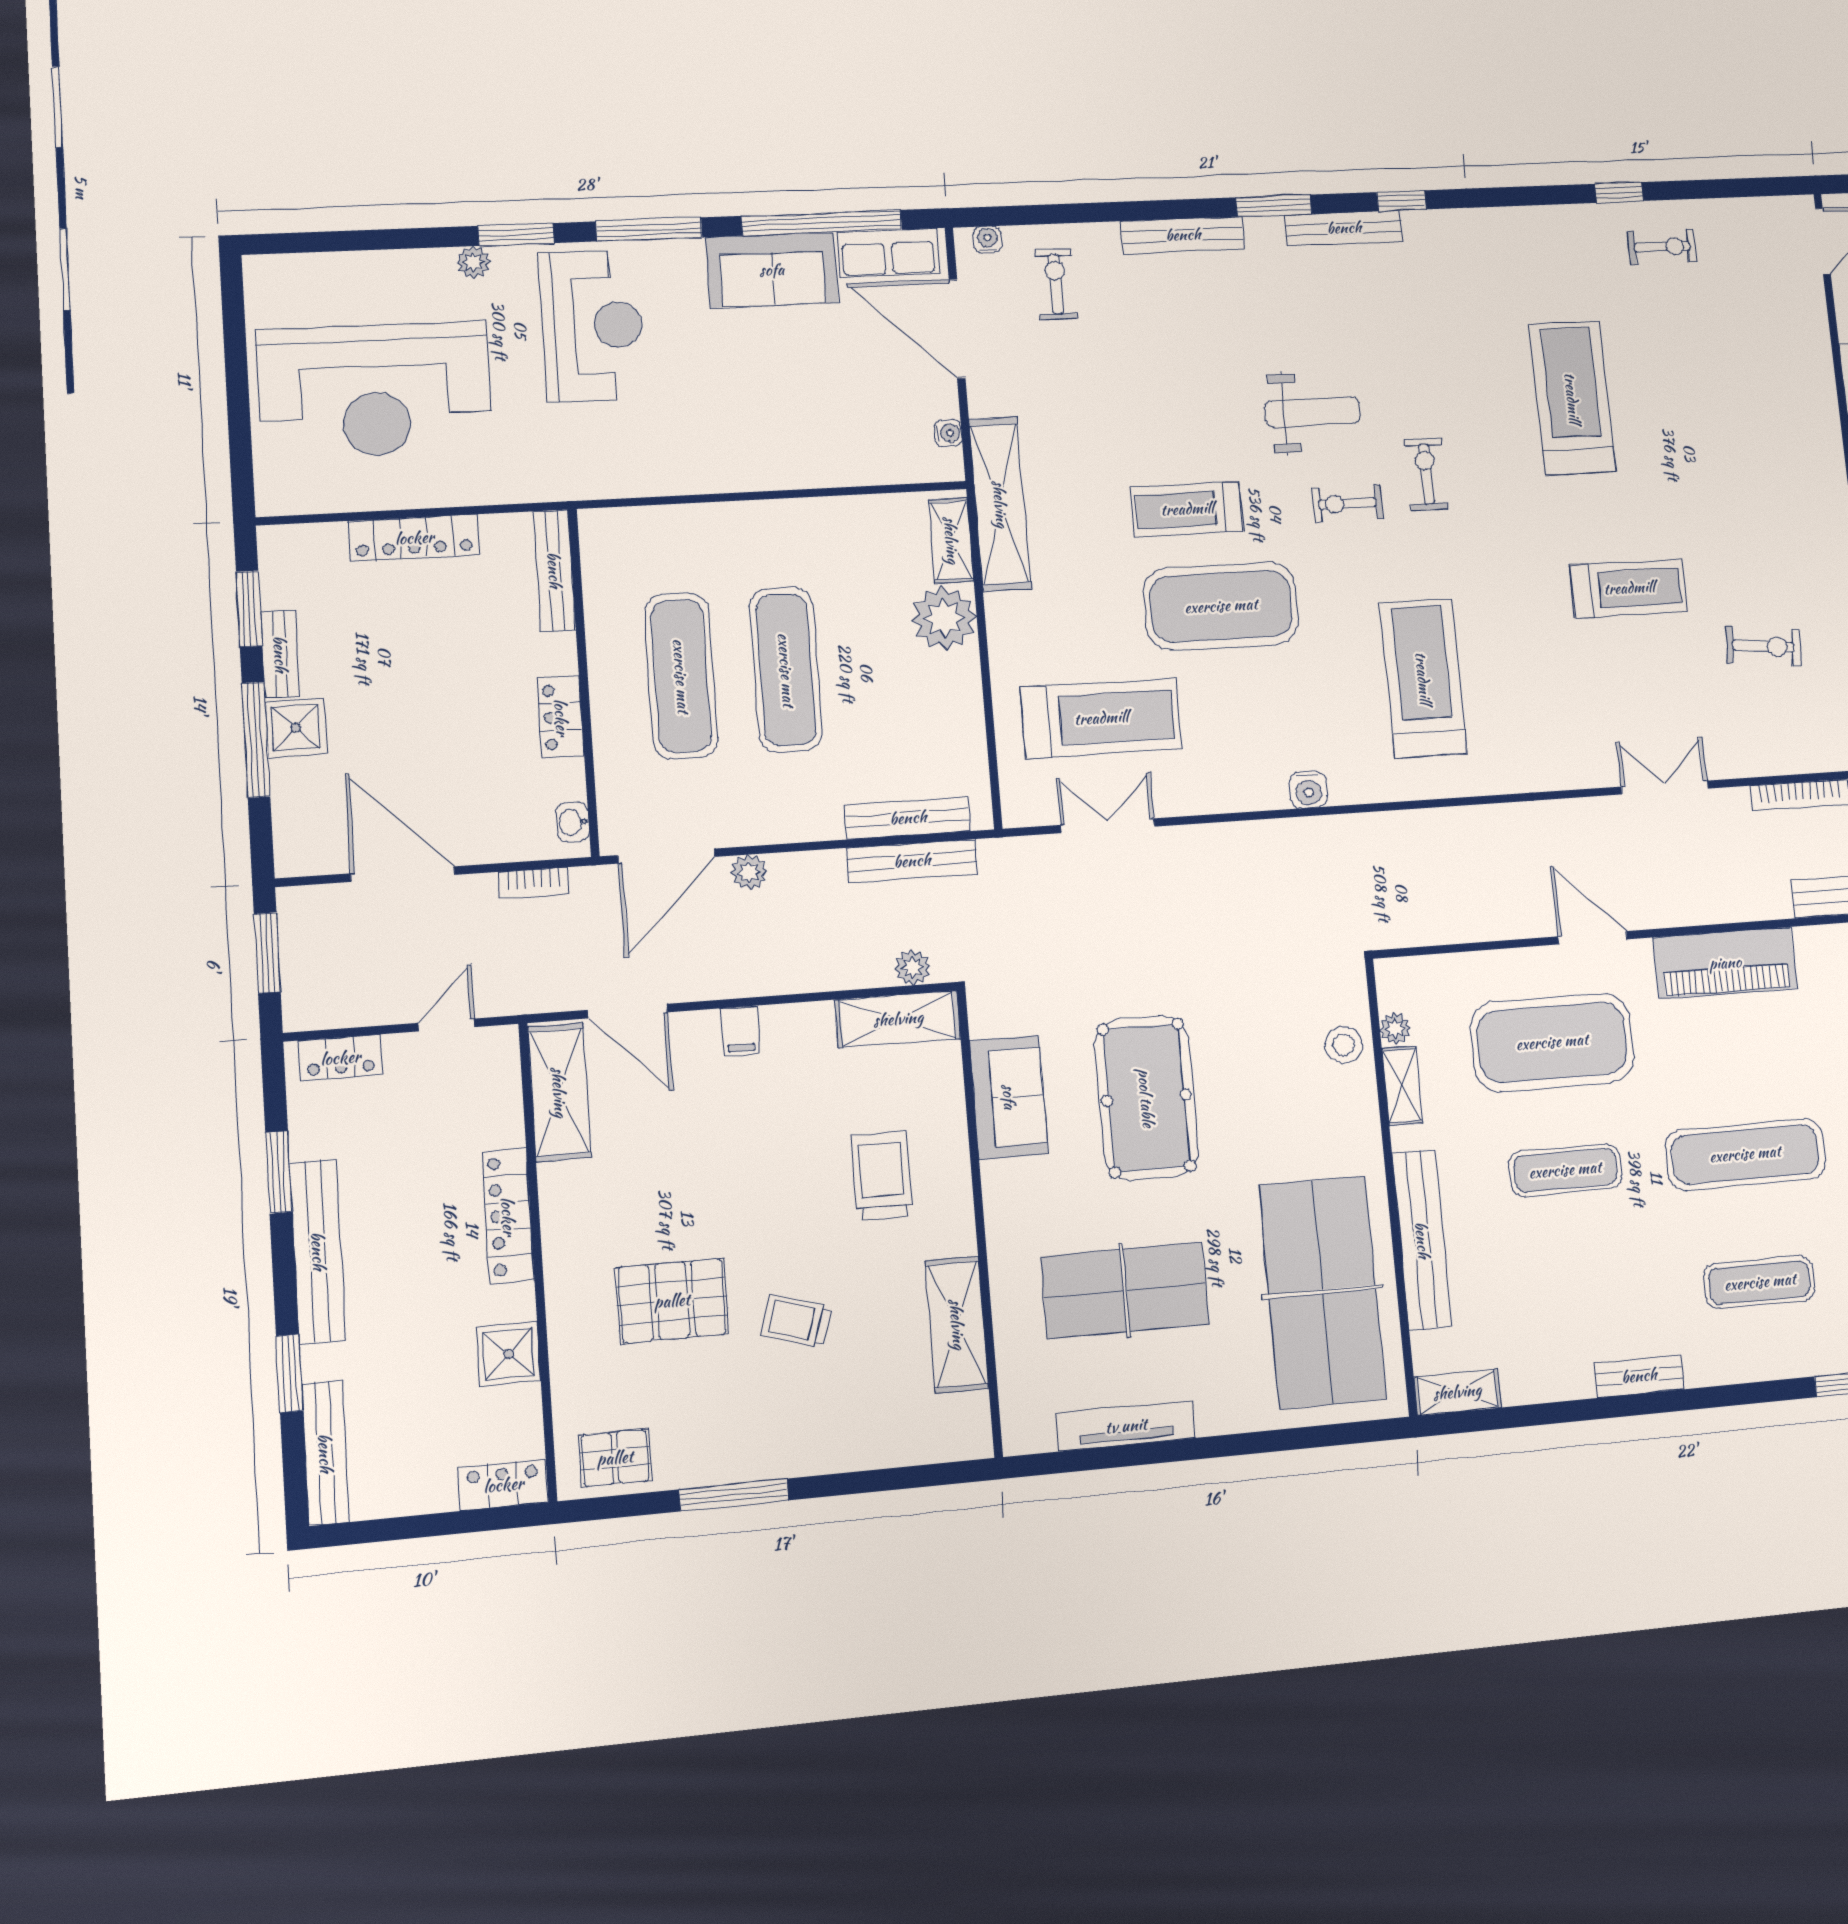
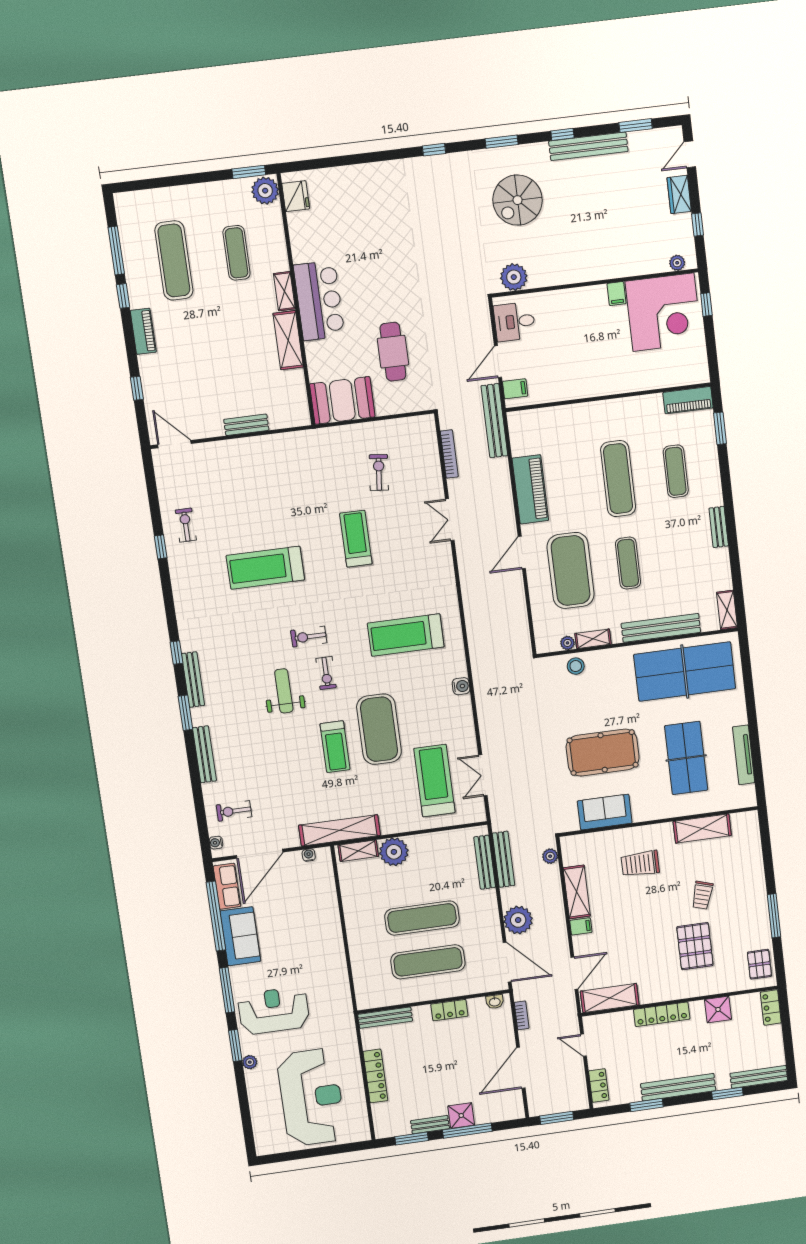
plant: (749, 872) -> (518, 920), width x1.88, depth x1.88
shelving: (898, 1019) -> (577, 892), moved

